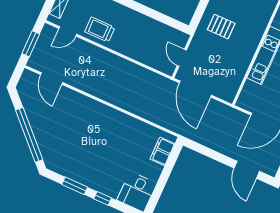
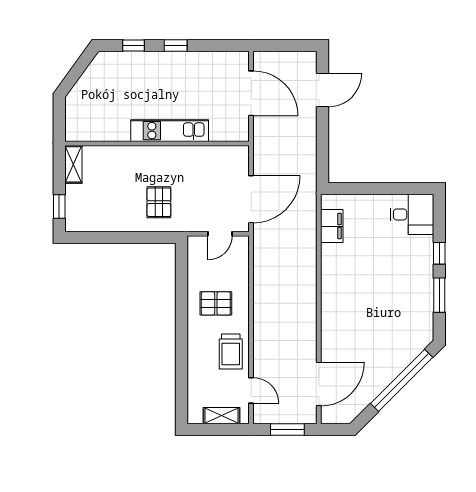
pallet: (136, 34) -> (216, 303), added
door: (52, 79) -> (319, 384), width x1.36
filing cabinet: (162, 151) -> (332, 226), moved, turned -90

